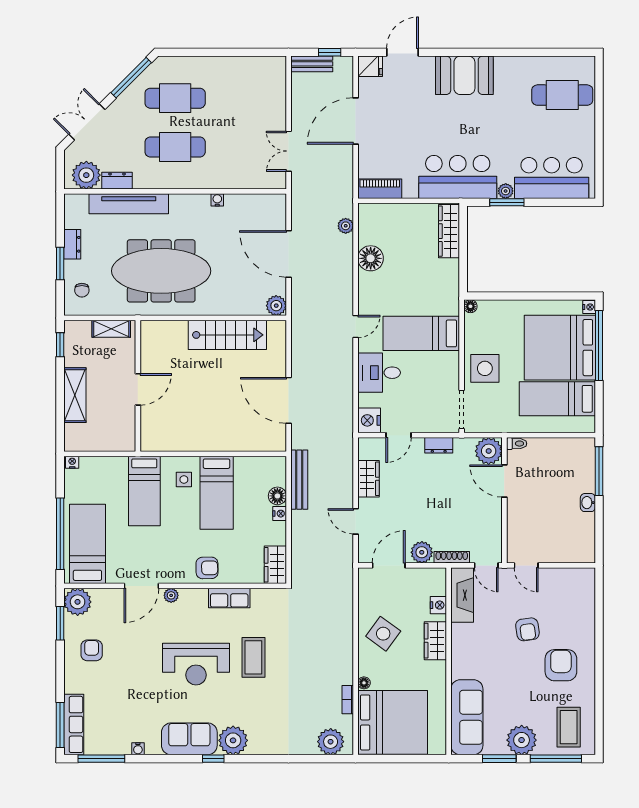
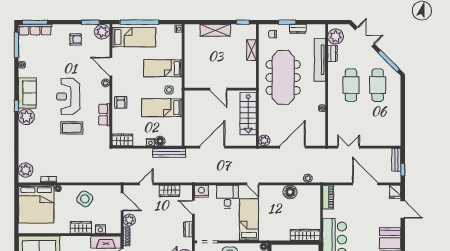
wall: (138, 386) -> (220, 89), moved
door: (138, 389) -> (218, 89), moved

